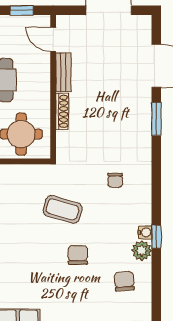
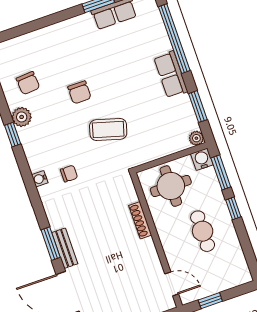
bench: (63, 72) -> (65, 248), moved
chair: (115, 180) -> (69, 174), turned 90
water cooler: (145, 232) -> (40, 179), moved

